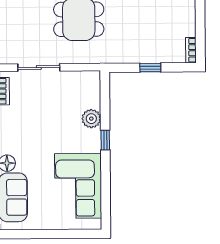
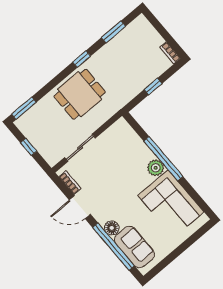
plant: (91, 119) -> (156, 168), moved
window: (105, 140) -> (163, 159), width x3.17

